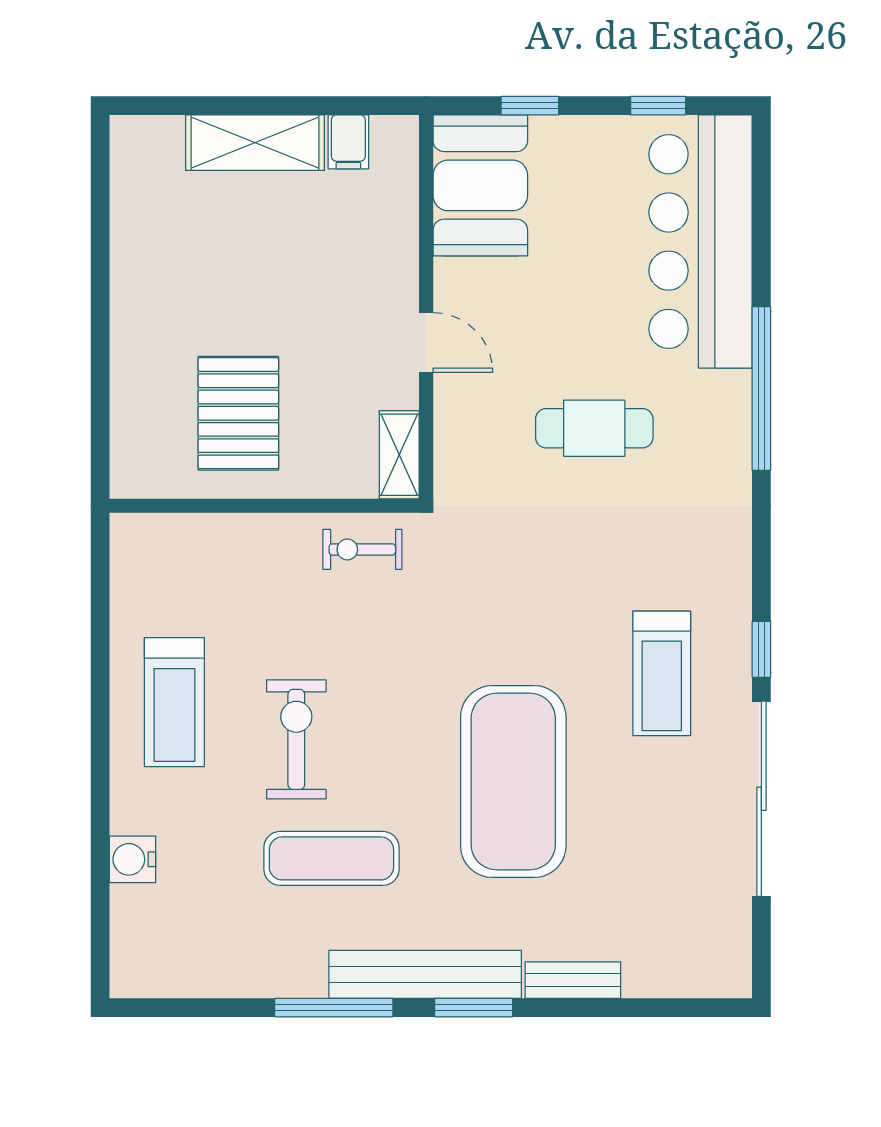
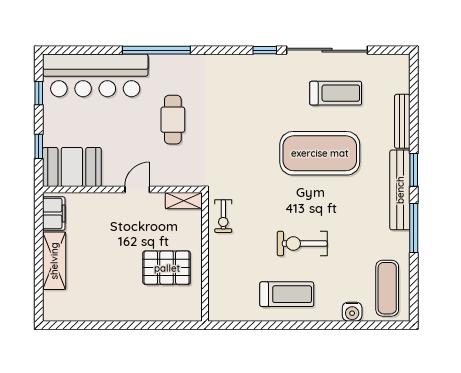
filing cabinet: (348, 142) -> (54, 213), width x2.00
treadmill: (662, 673) -> (336, 93), moved
exercise mat: (331, 858) -> (387, 288), moved
bench: (573, 980) -> (402, 121), width x1.36

